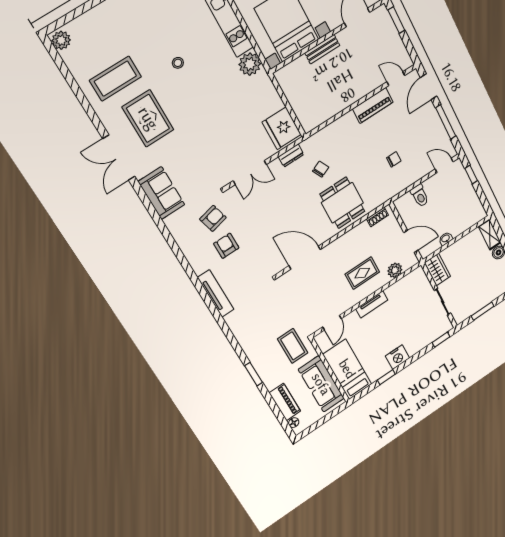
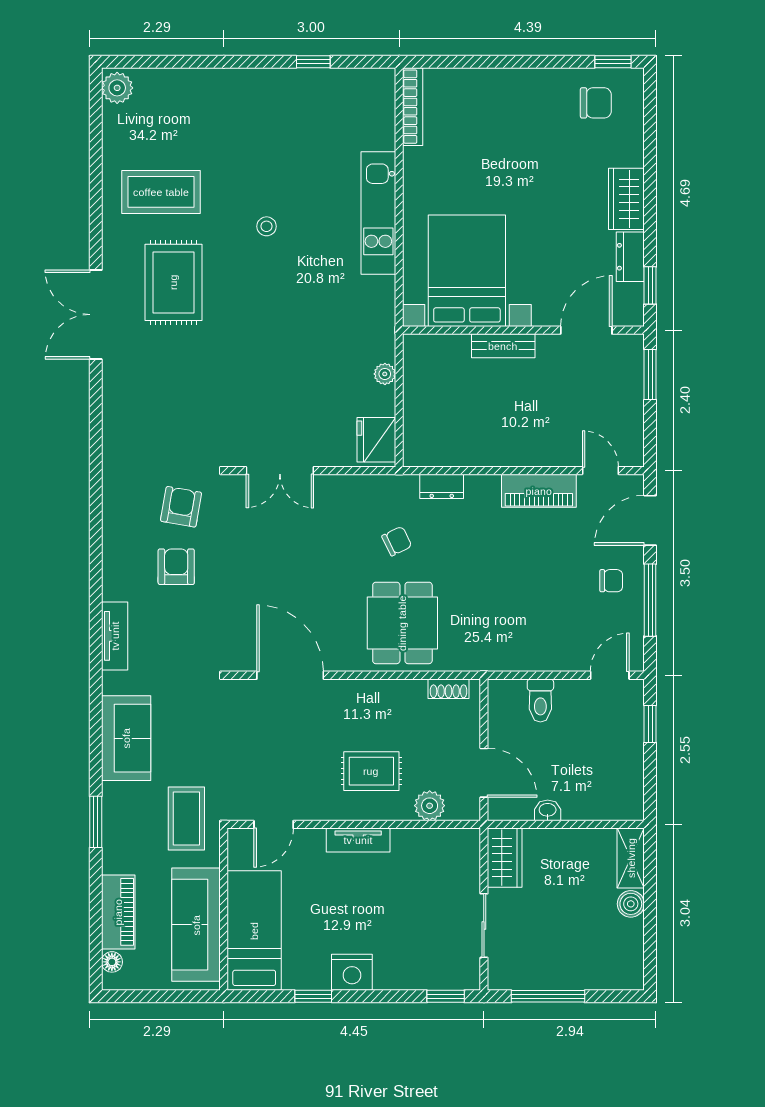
plant: (250, 64) -> (385, 374), moved, width x0.53, depth x0.53
fridge: (282, 128) -> (376, 440), width x0.73, depth x0.75
dresser: (291, 156) -> (442, 486), moved
chair: (394, 159) -> (611, 581), moved
door: (444, 165) -> (610, 675), hinge flipped
sofa: (161, 193) -> (126, 738), moved
armchair: (213, 218) -> (181, 507), turned -66
tv unit: (216, 294) -> (115, 636), width x0.71
window: (483, 311) -> (548, 996), width x1.44

